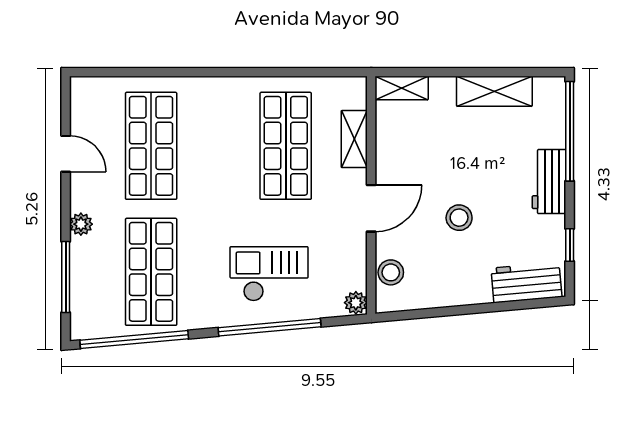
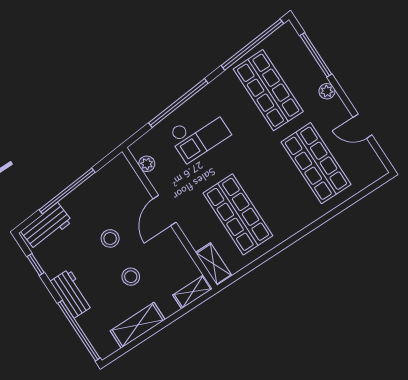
shelving: (354, 139) -> (214, 264), moved
stool: (391, 272) -> (131, 277), moved
plant: (356, 303) -> (147, 164), moved
window: (474, 309) -> (67, 191), added

